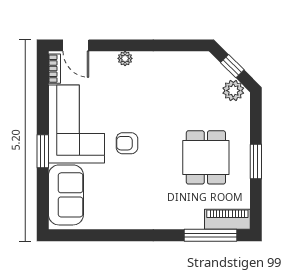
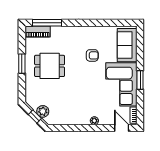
plant: (233, 91) -> (43, 111), moved
armchair: (127, 143) -> (92, 55), moved
window: (43, 151) -> (140, 80), moved
dining table: (206, 157) -> (50, 66), turned 90

